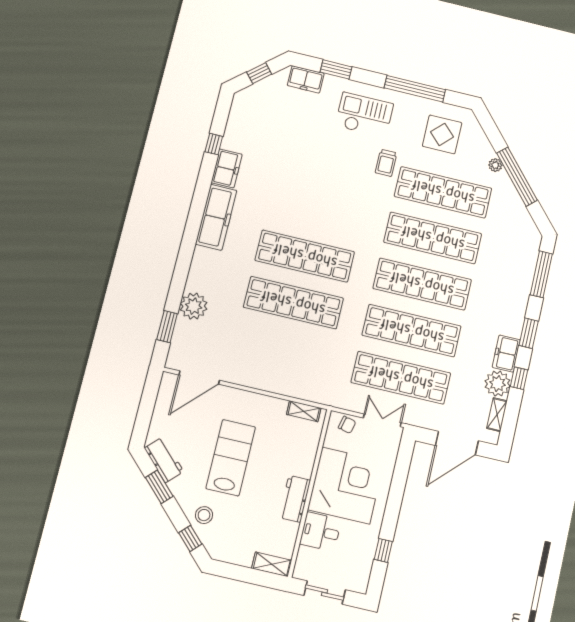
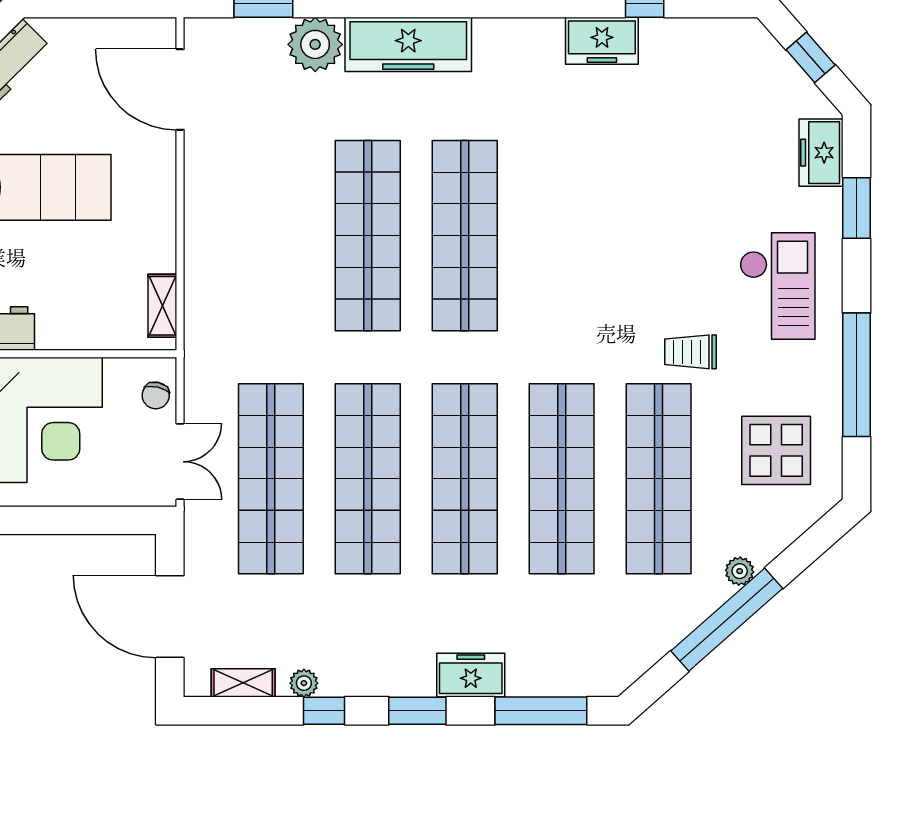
freezer: (216, 217) -> (408, 44), moved
freezer: (506, 354) -> (471, 675), moved
plant: (498, 384) -> (304, 683), width x0.53, depth x0.53

